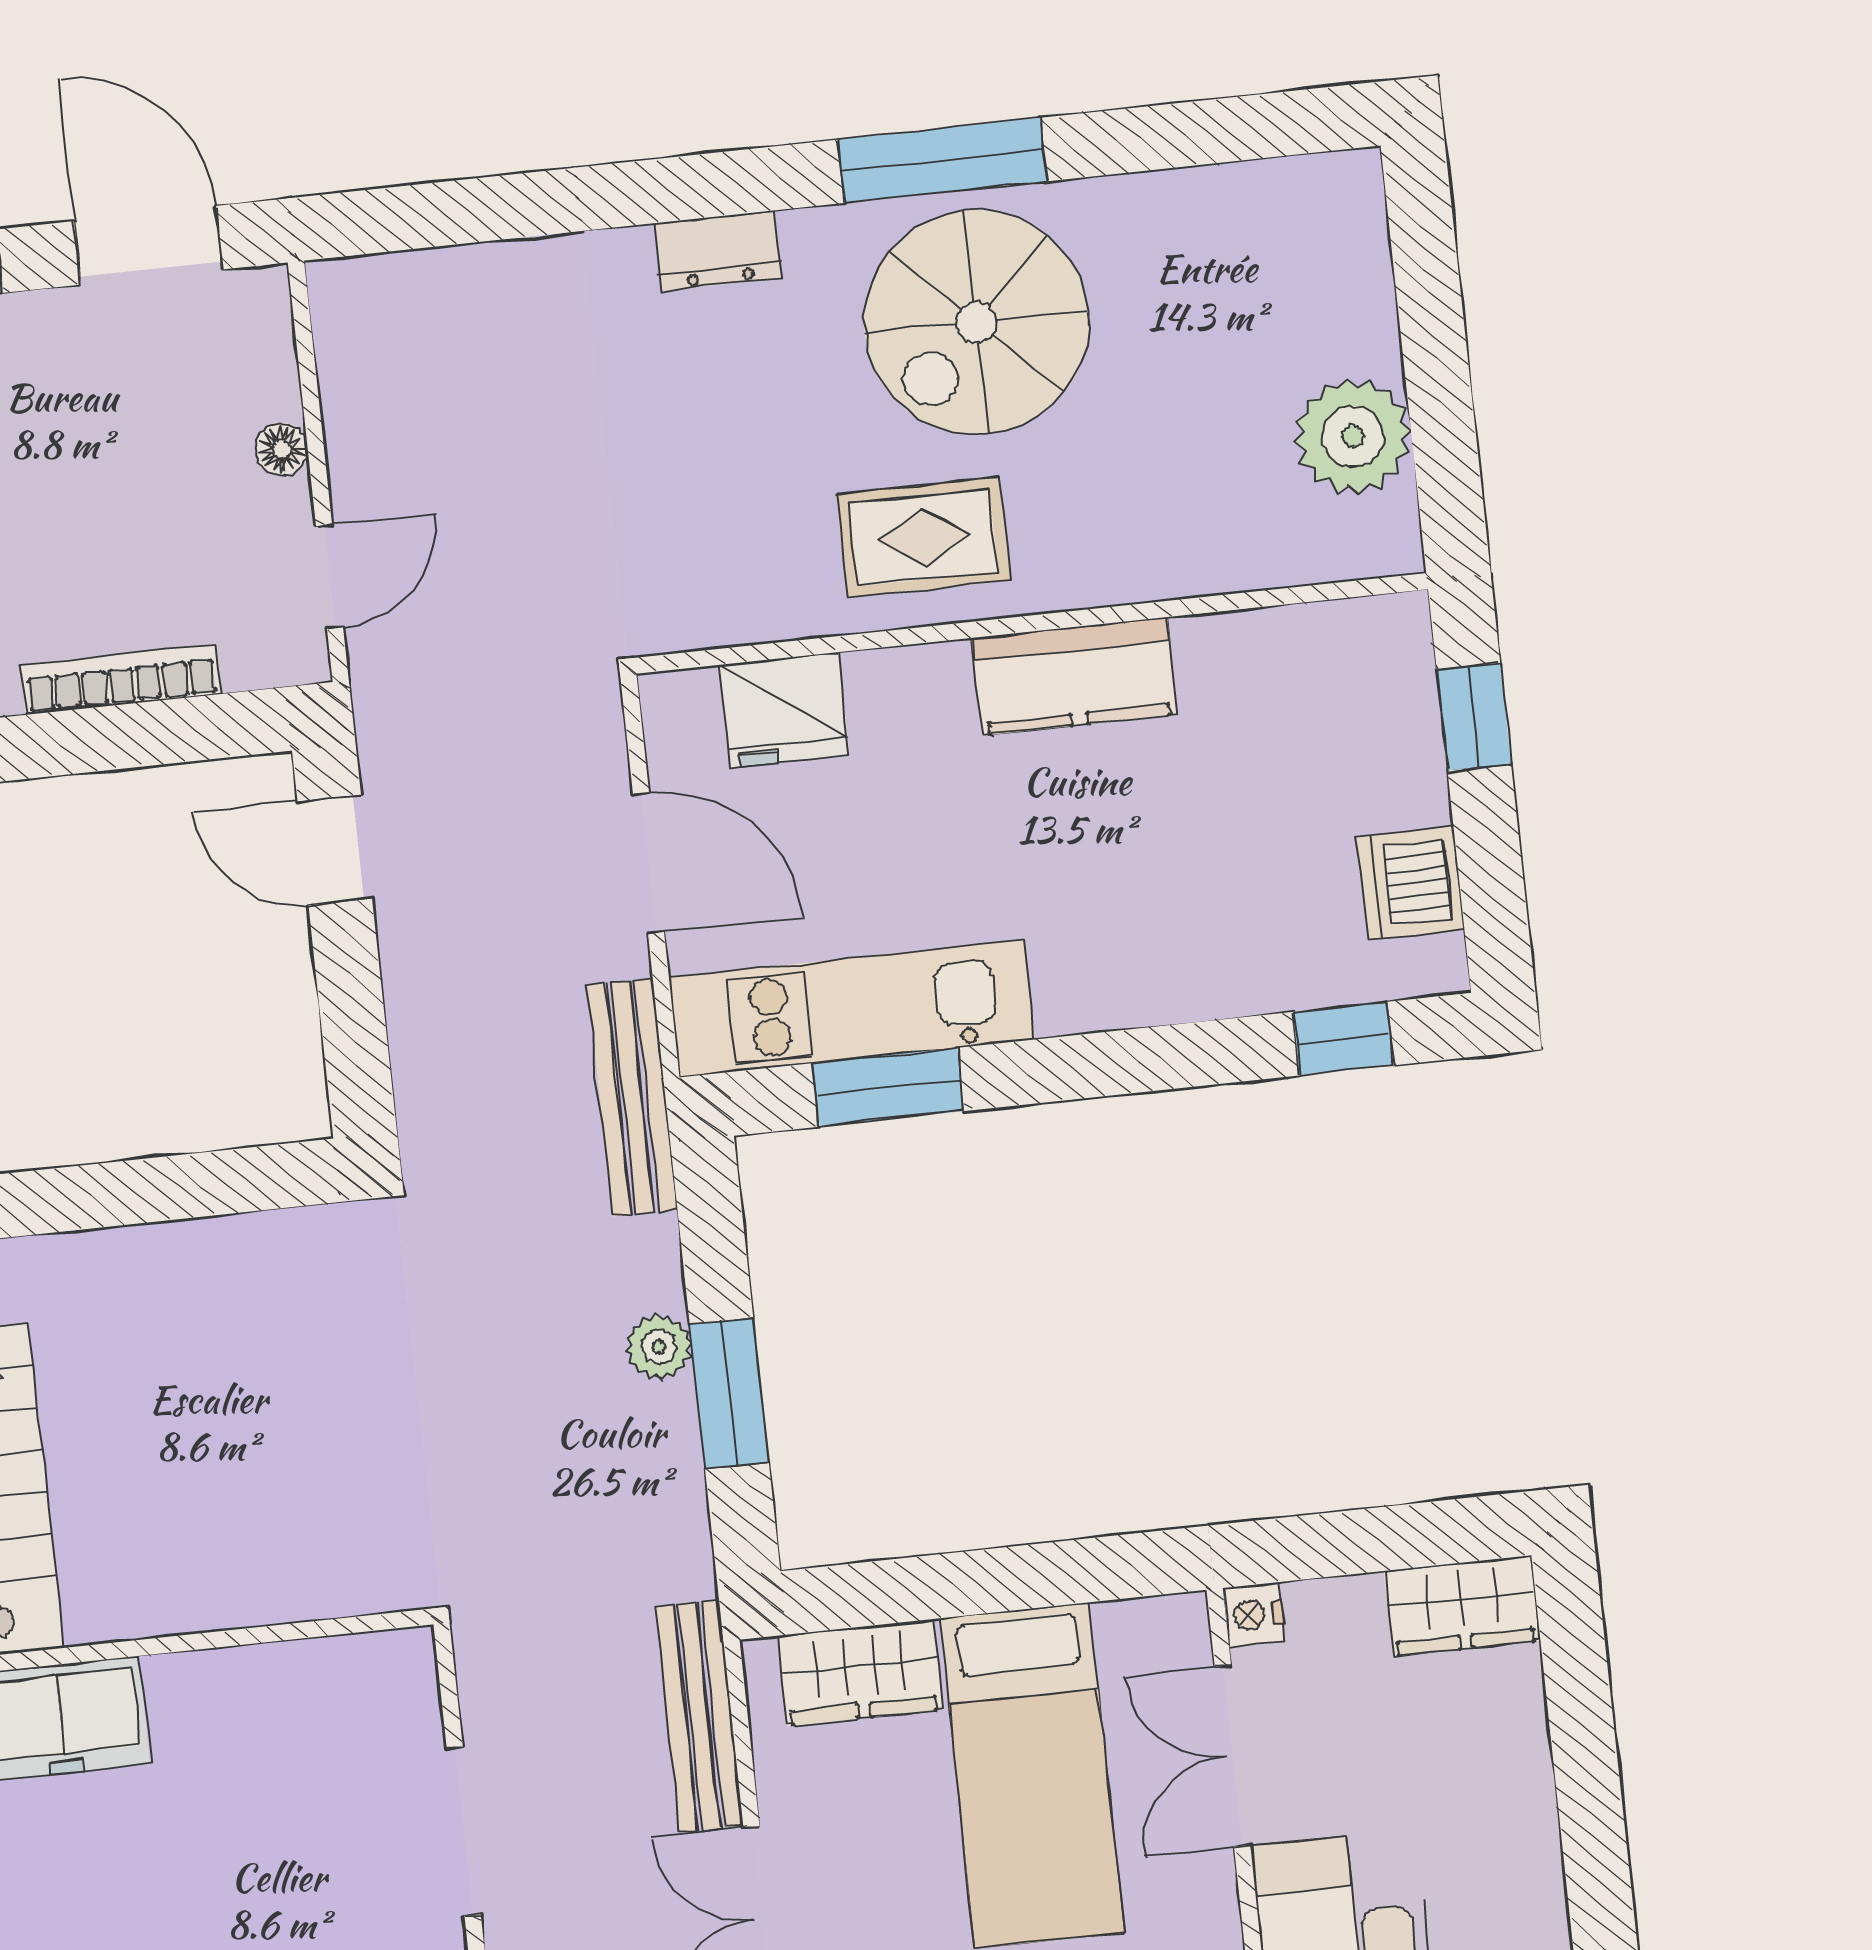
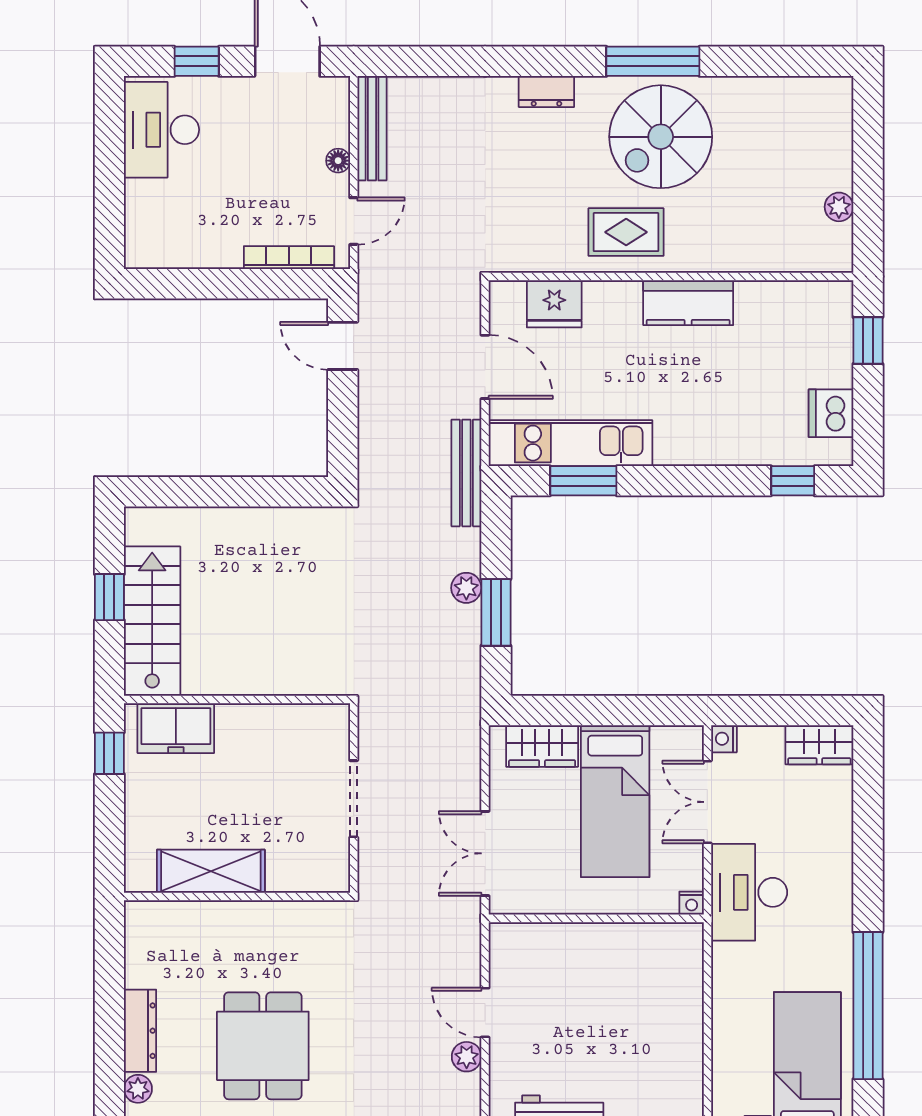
plant: (1353, 436) -> (839, 207), width x0.53, depth x0.53
bookcase: (121, 679) -> (289, 258), moved
bench: (700, 1716) -> (372, 128), moved

